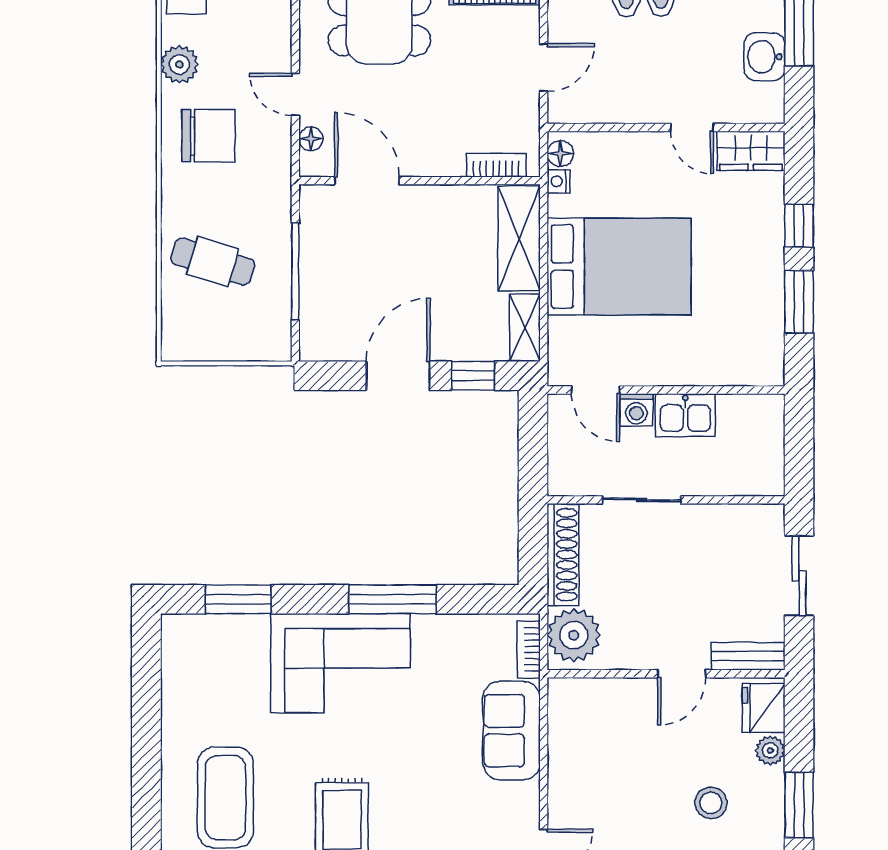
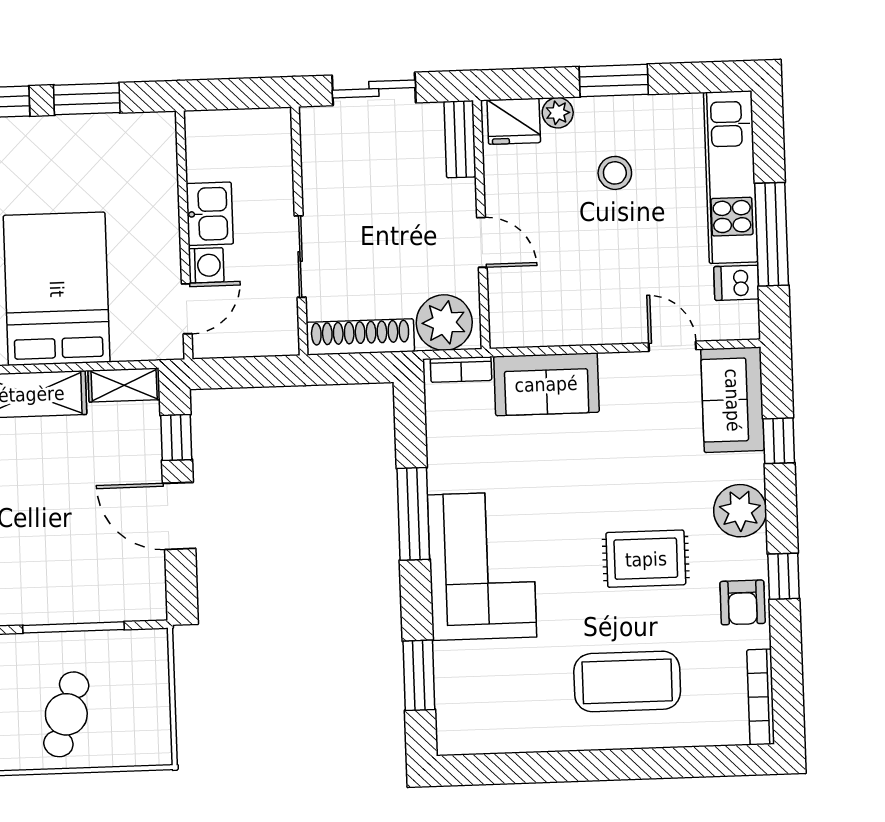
door: (682, 674) -> (482, 242), moved

